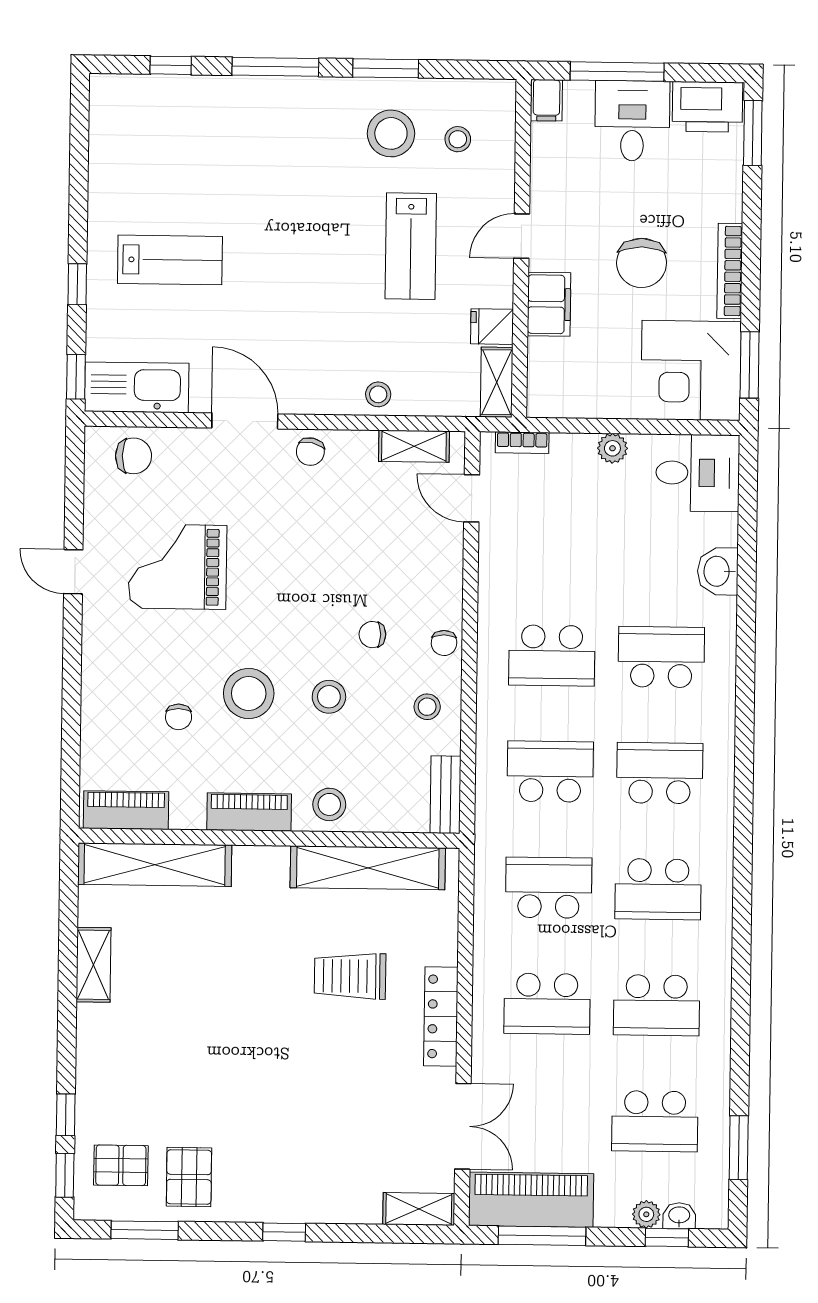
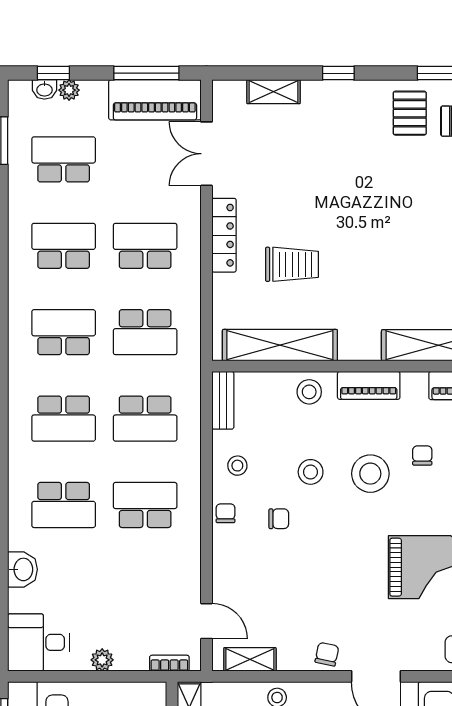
shelving: (419, 1209) -> (273, 92), moved

